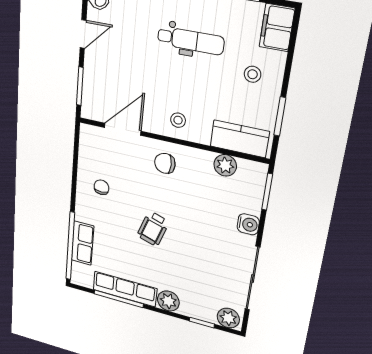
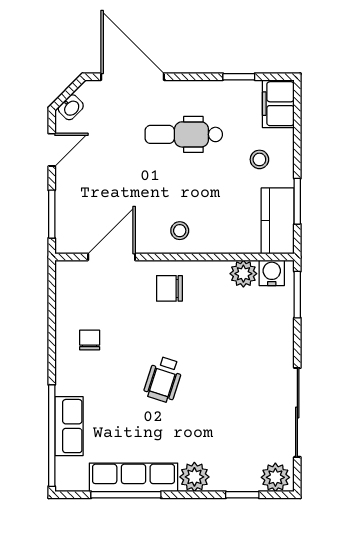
dental chair: (191, 40) -> (184, 134), turned 180
kitchen counter: (240, 139) -> (278, 221), moved, turned -90
water cooler: (248, 224) -> (272, 273), moved, turned -90

